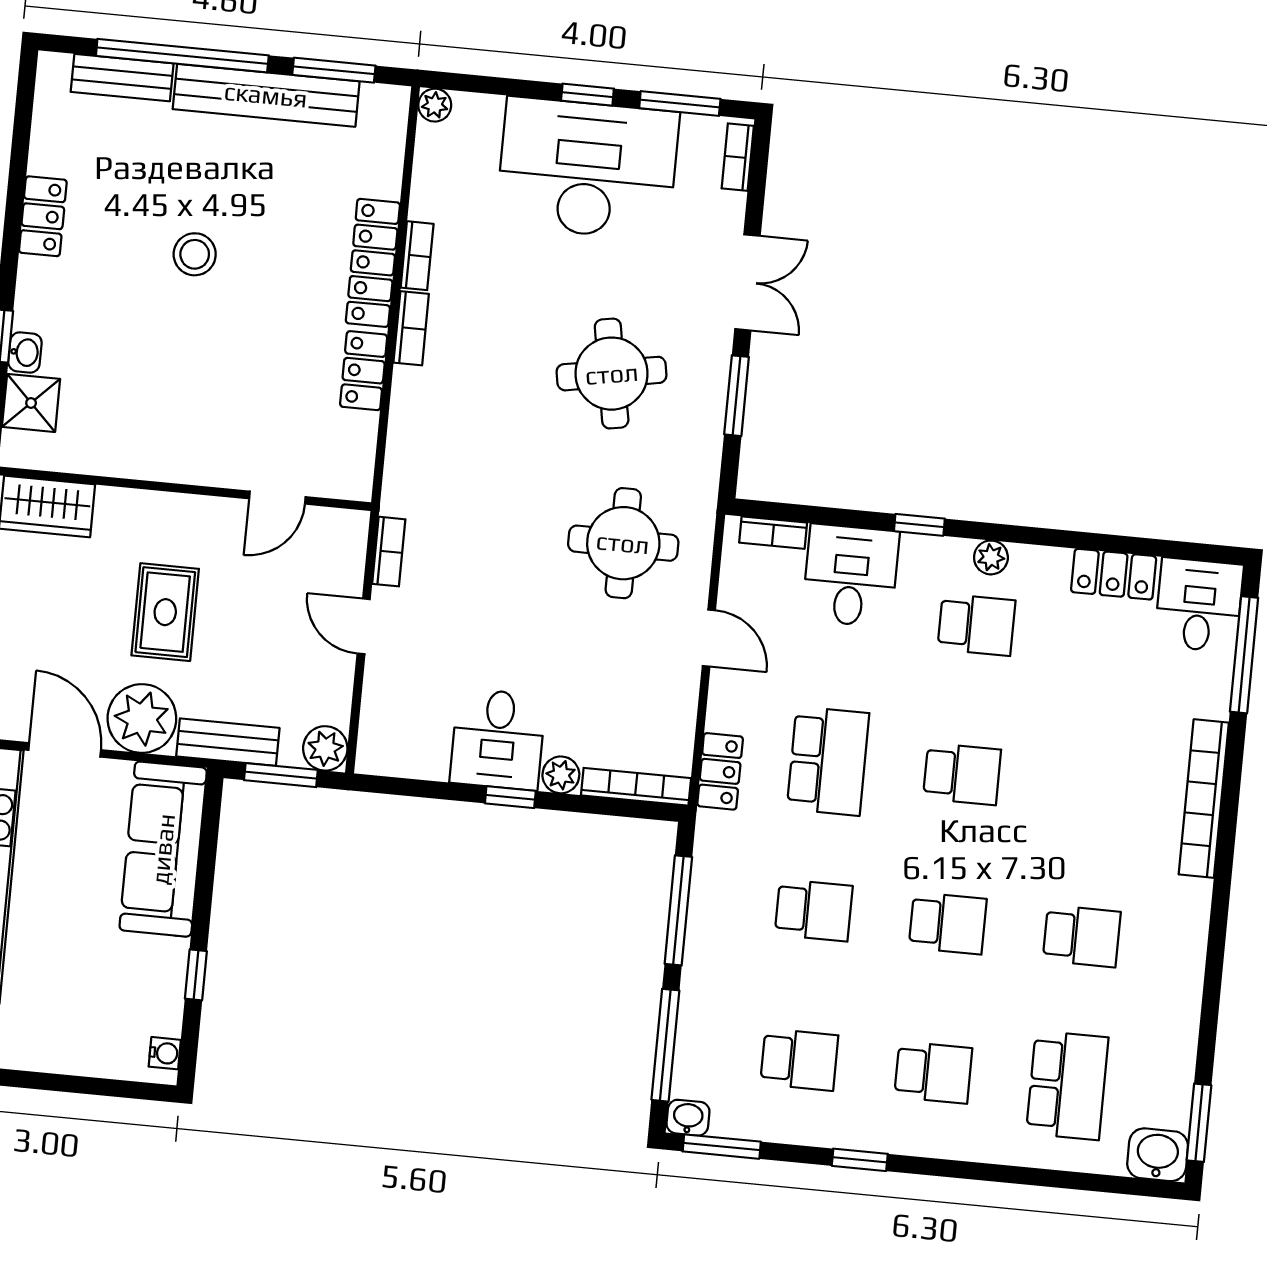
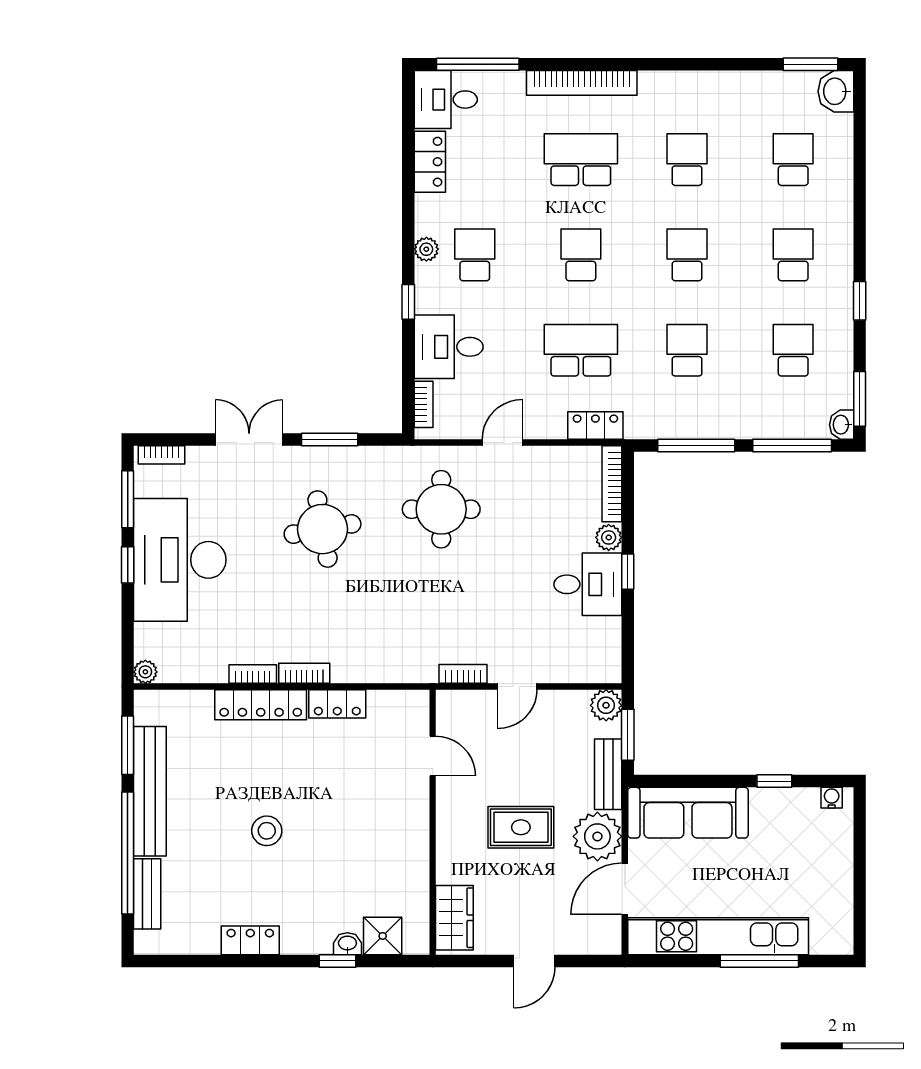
school desk: (1096, 787) -> (581, 160), added
school desk: (1067, 1085) -> (793, 160), width x0.54

